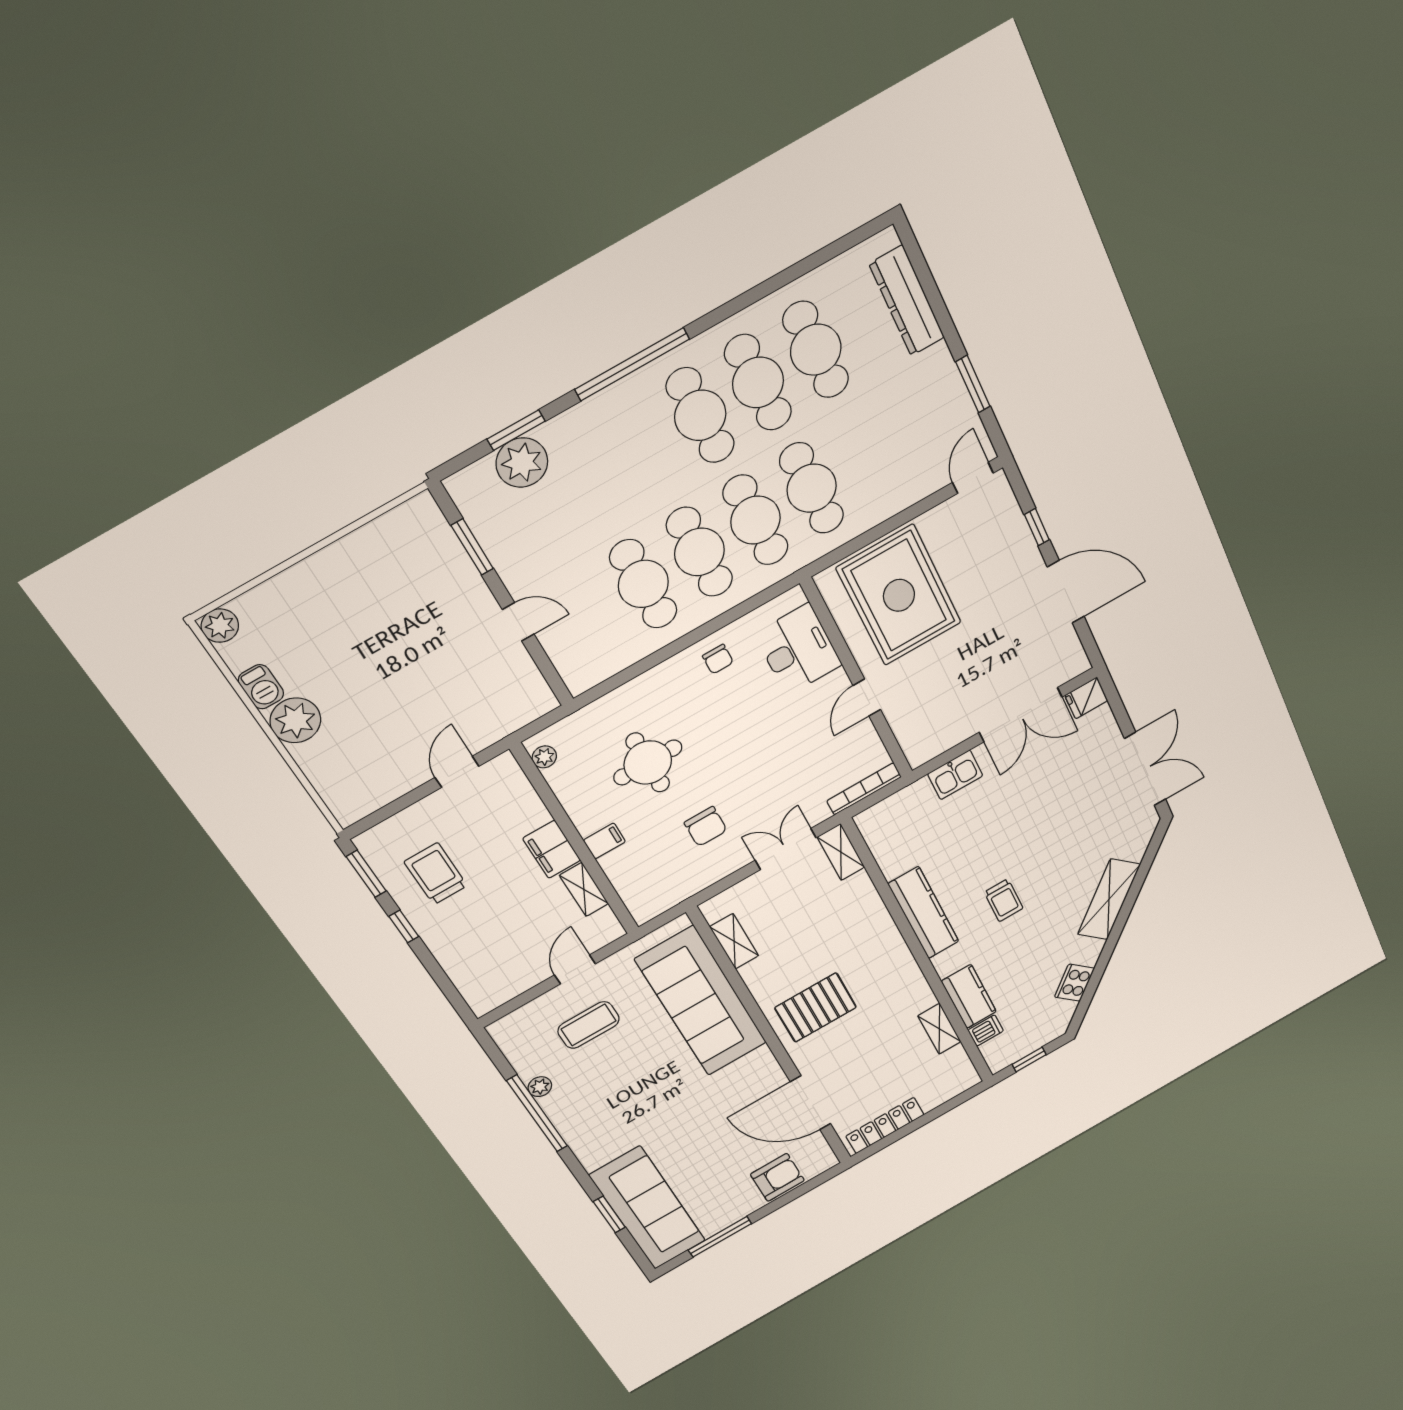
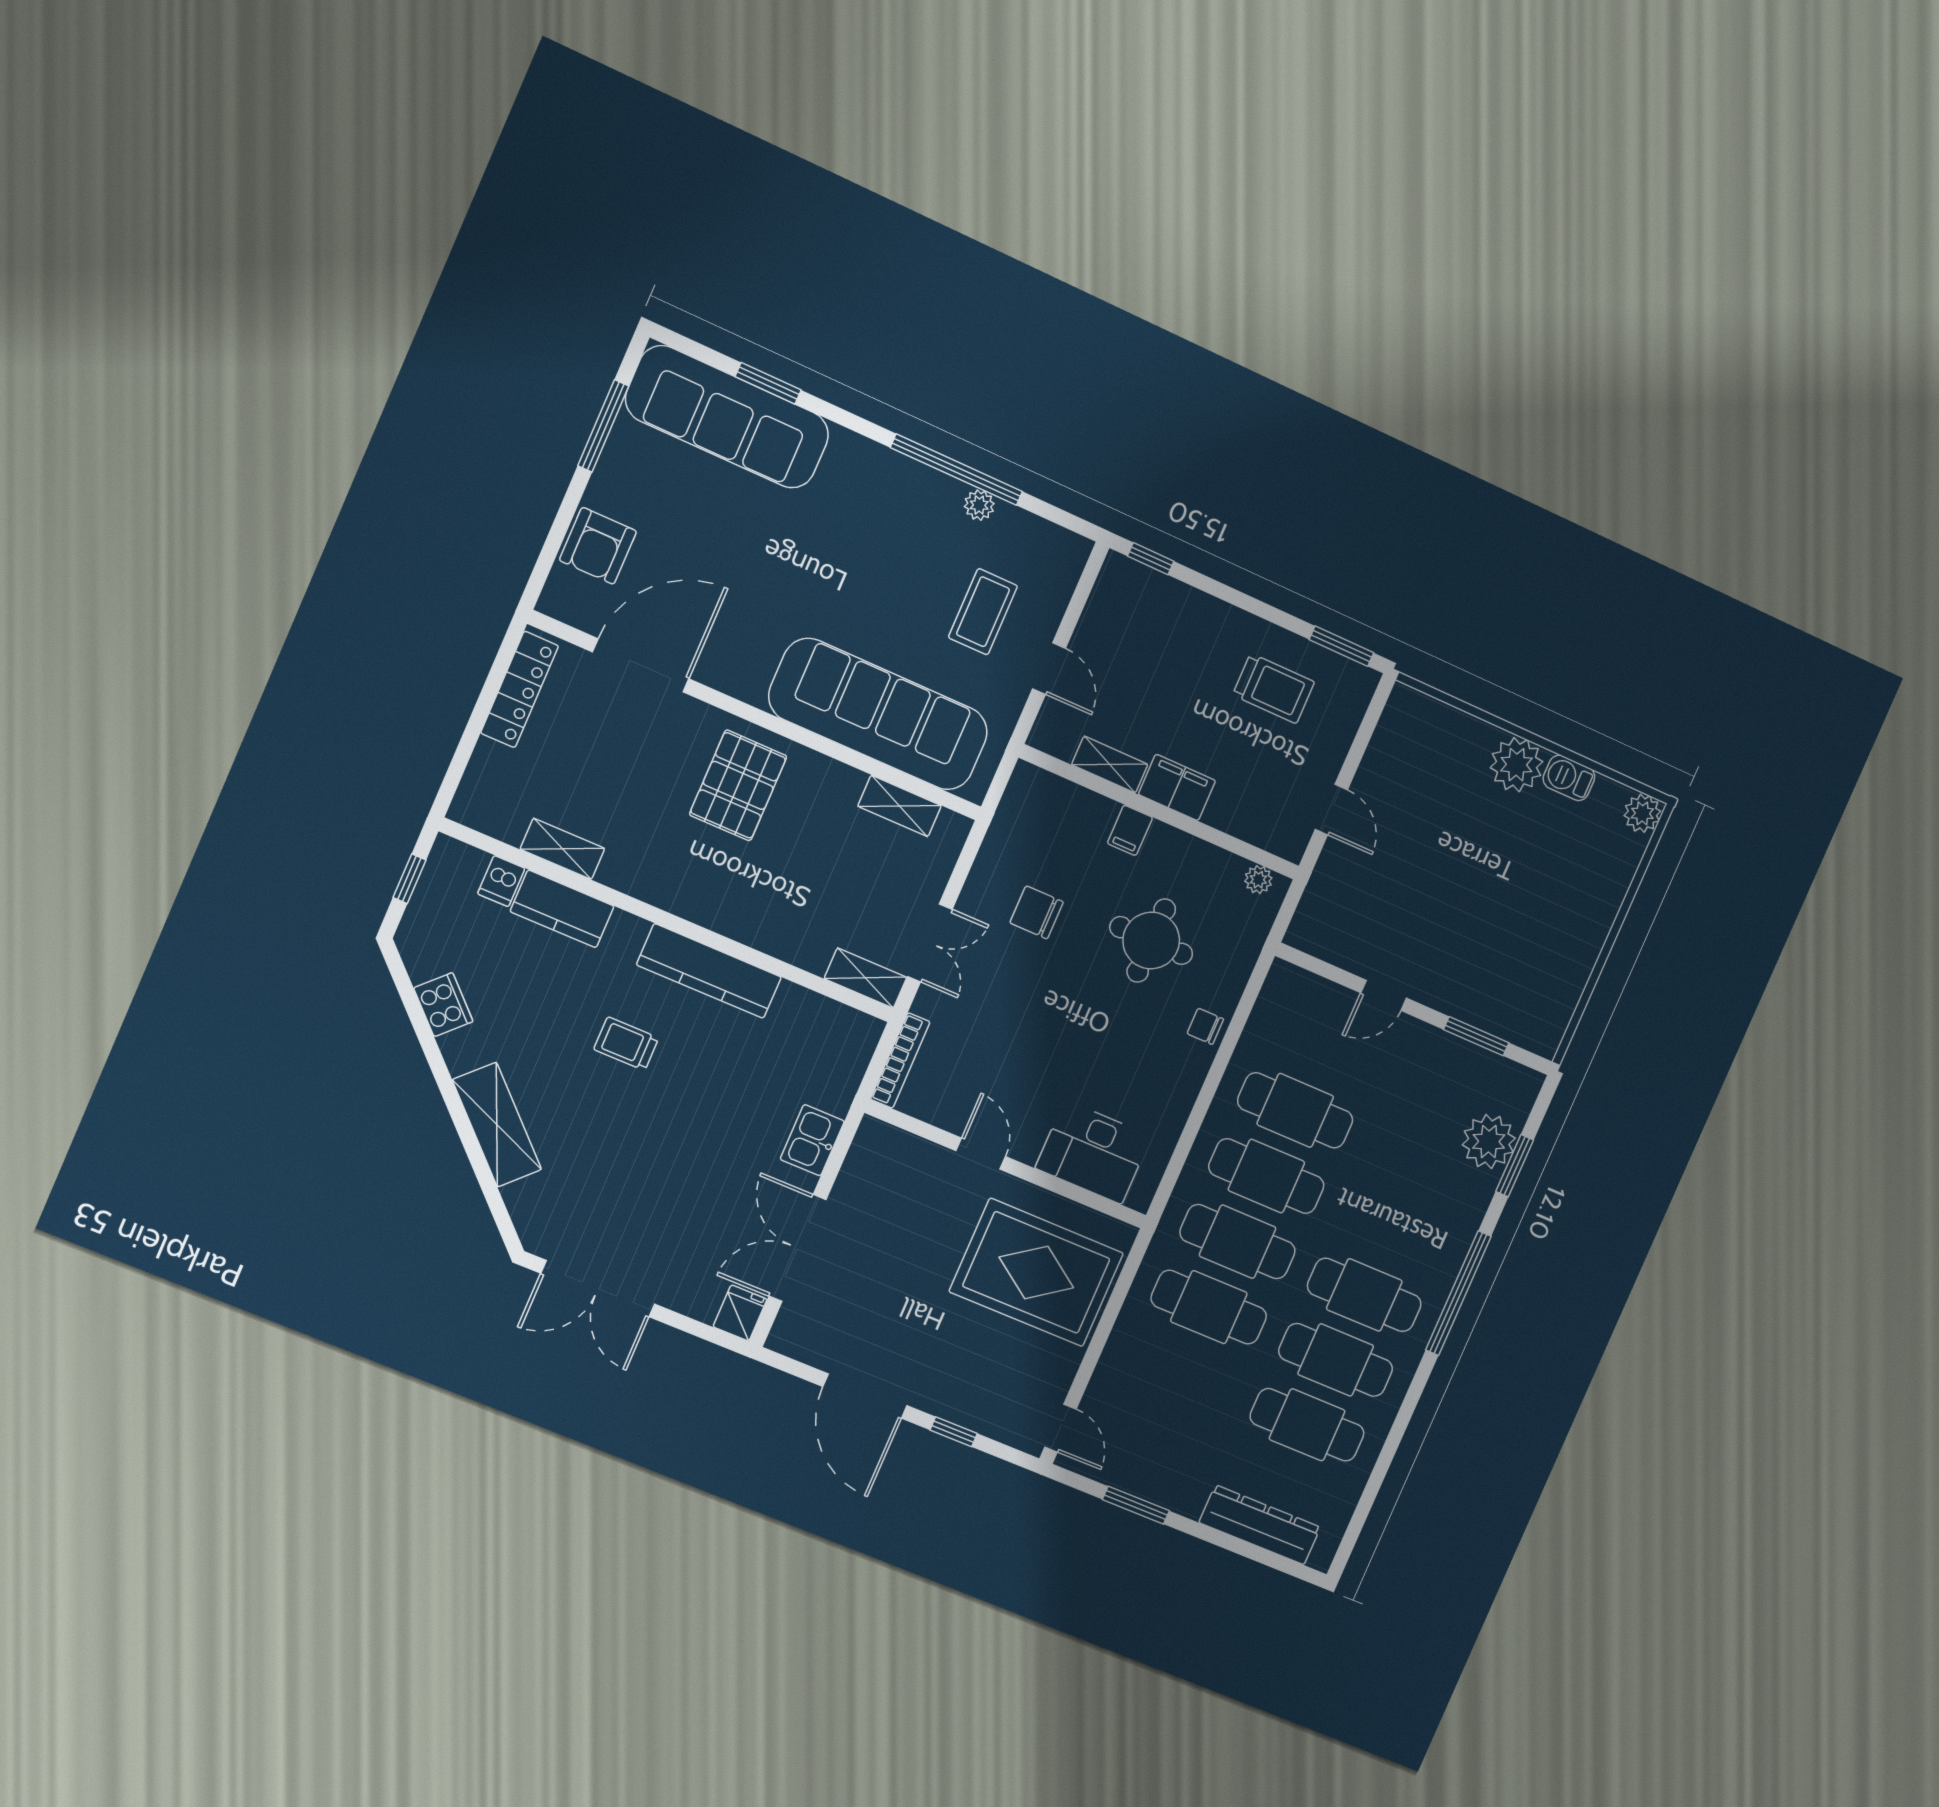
door: (1066, 592) -> (865, 1396), hinge flipped
chair: (718, 659) -> (1205, 1026), moved
window: (404, 926) -> (1151, 559), moved

